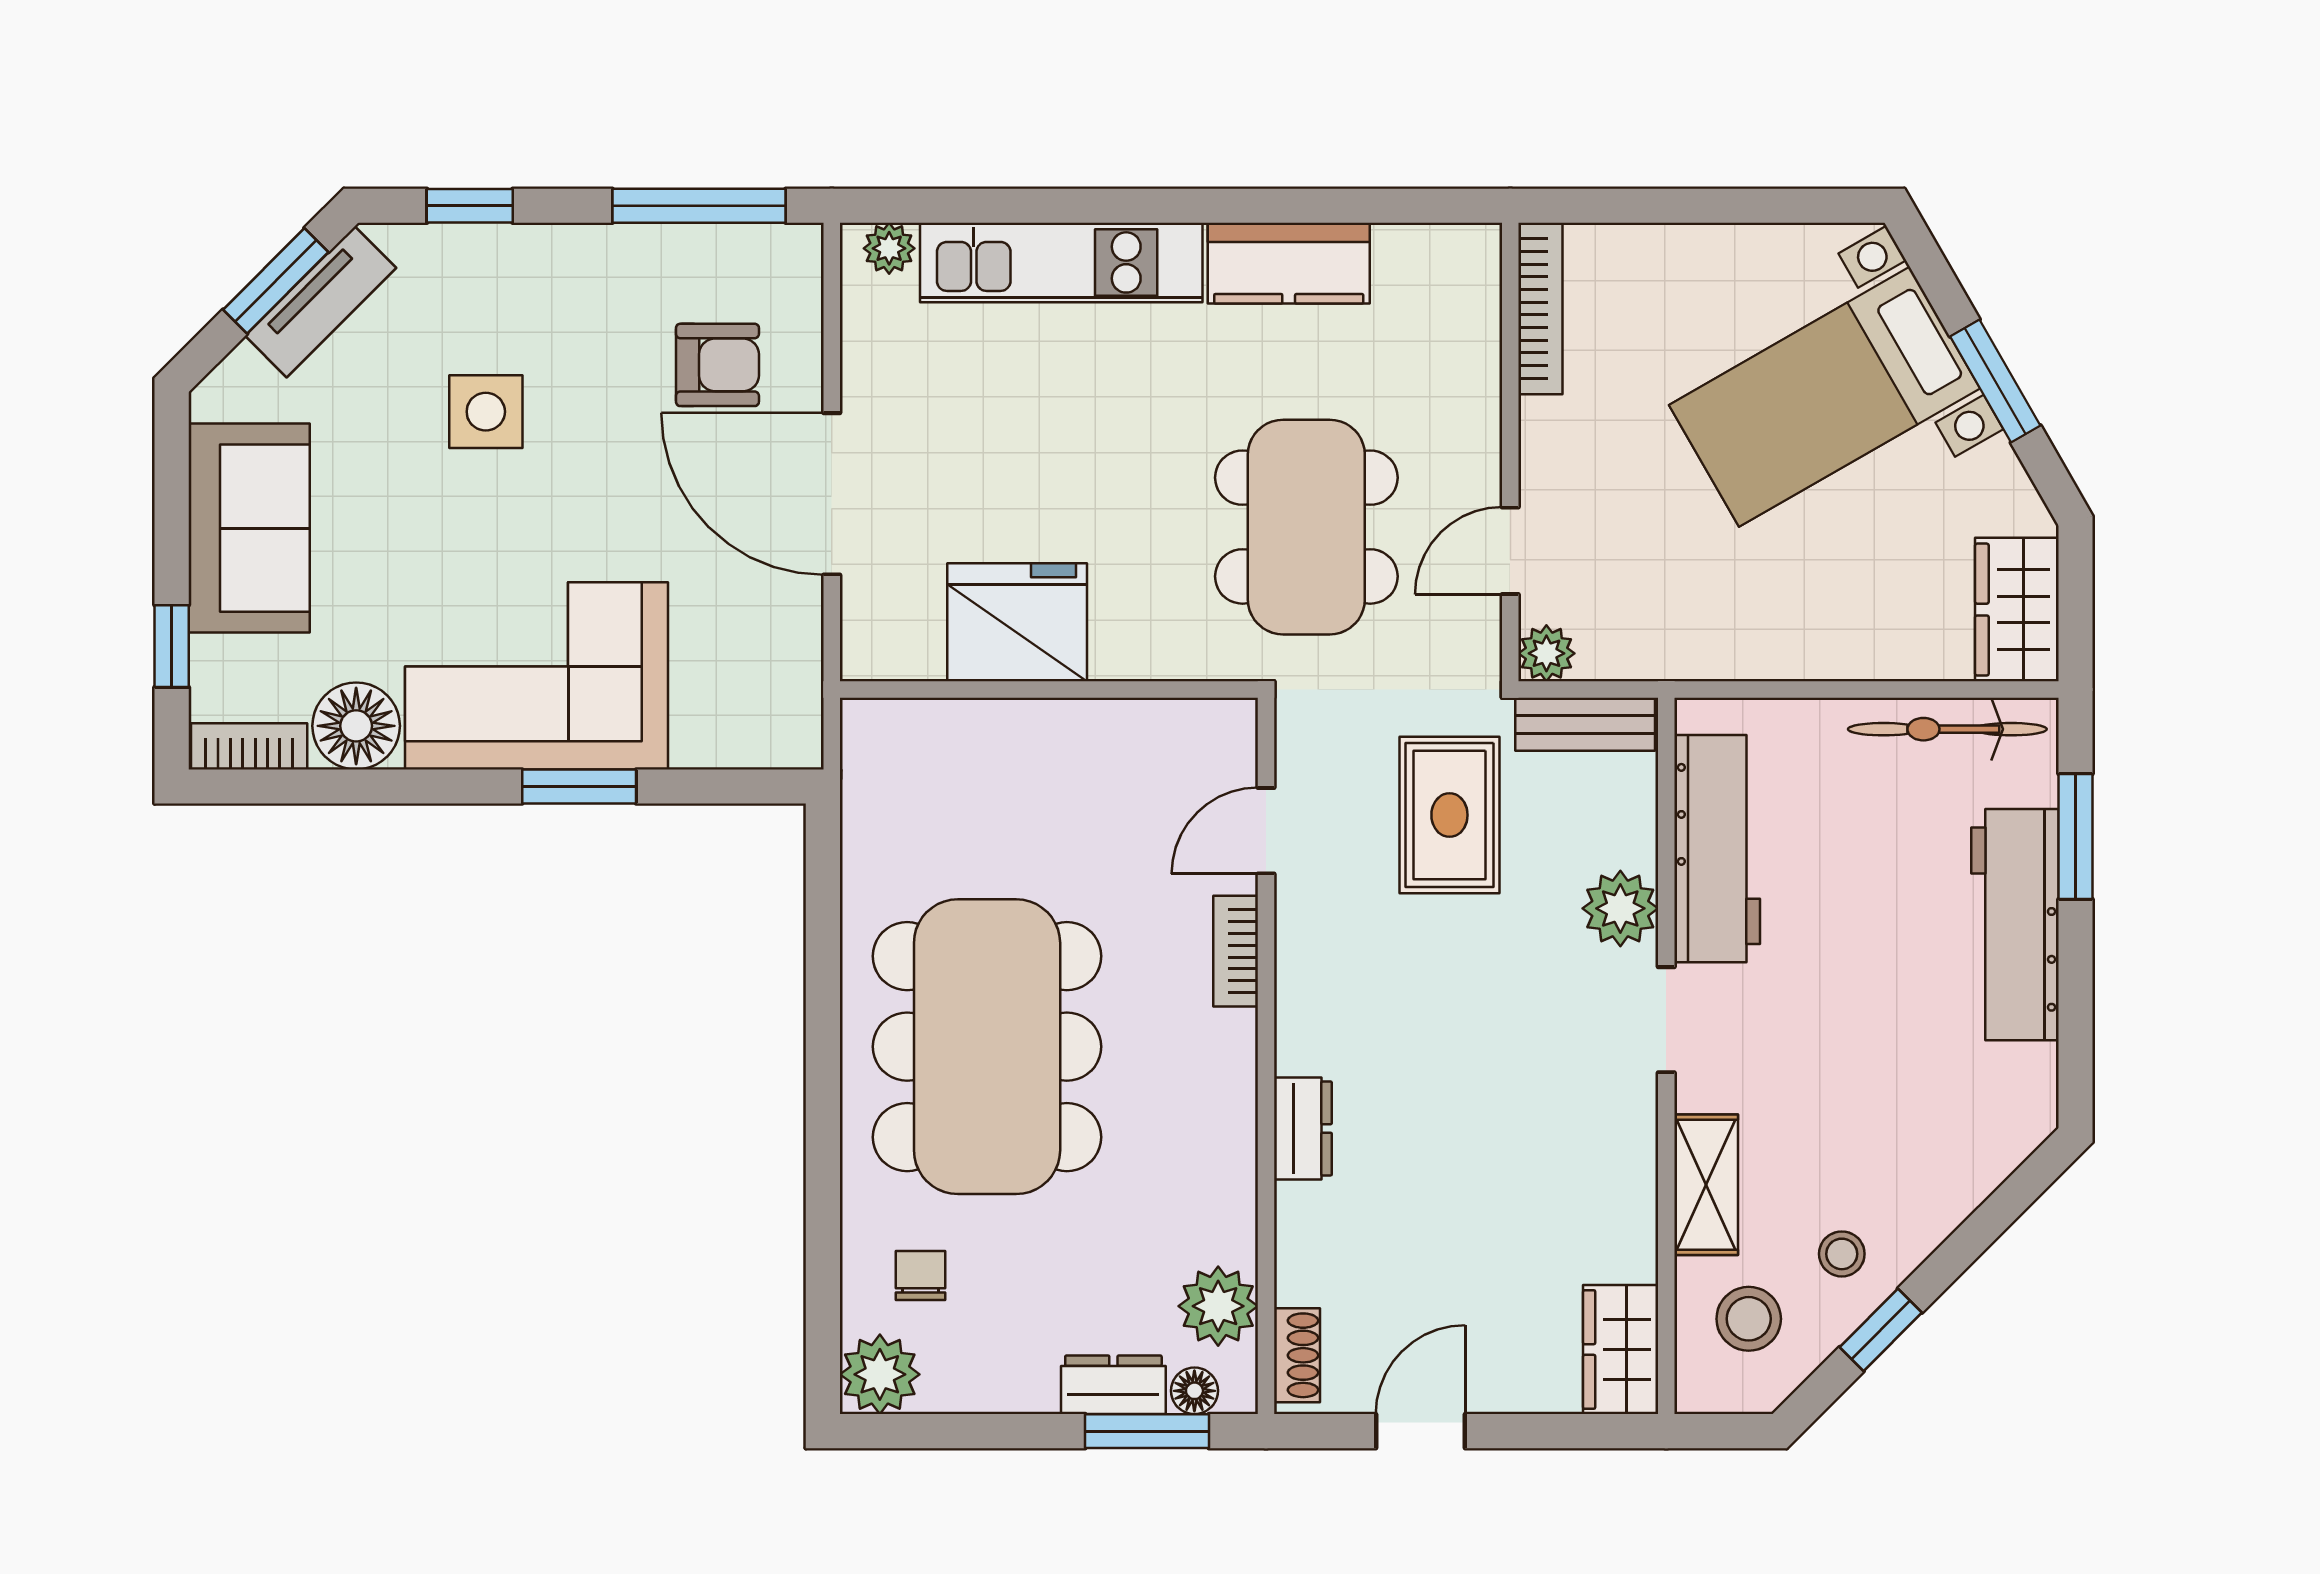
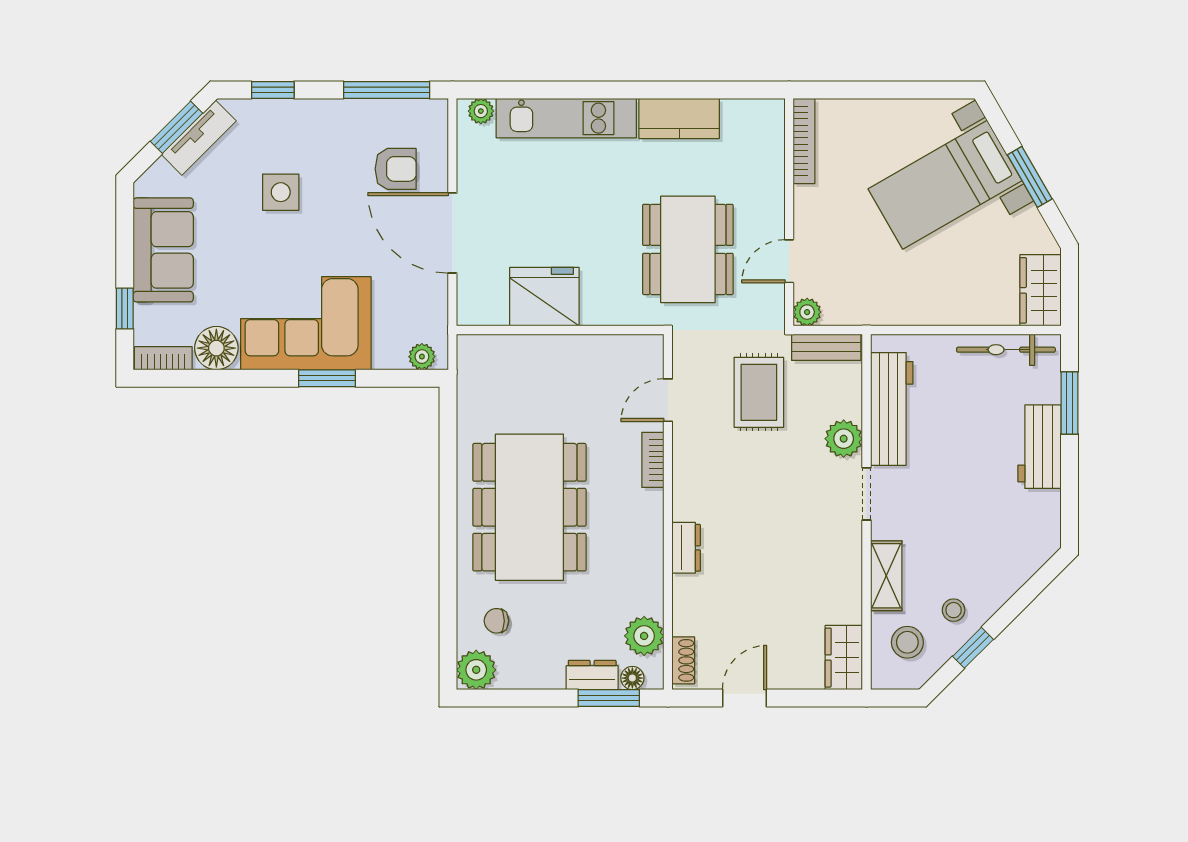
plant: (770, 743) -> (422, 357), added
workbench: (2015, 925) -> (1039, 447), width x0.73
chair: (921, 1276) -> (496, 621), turned -90

